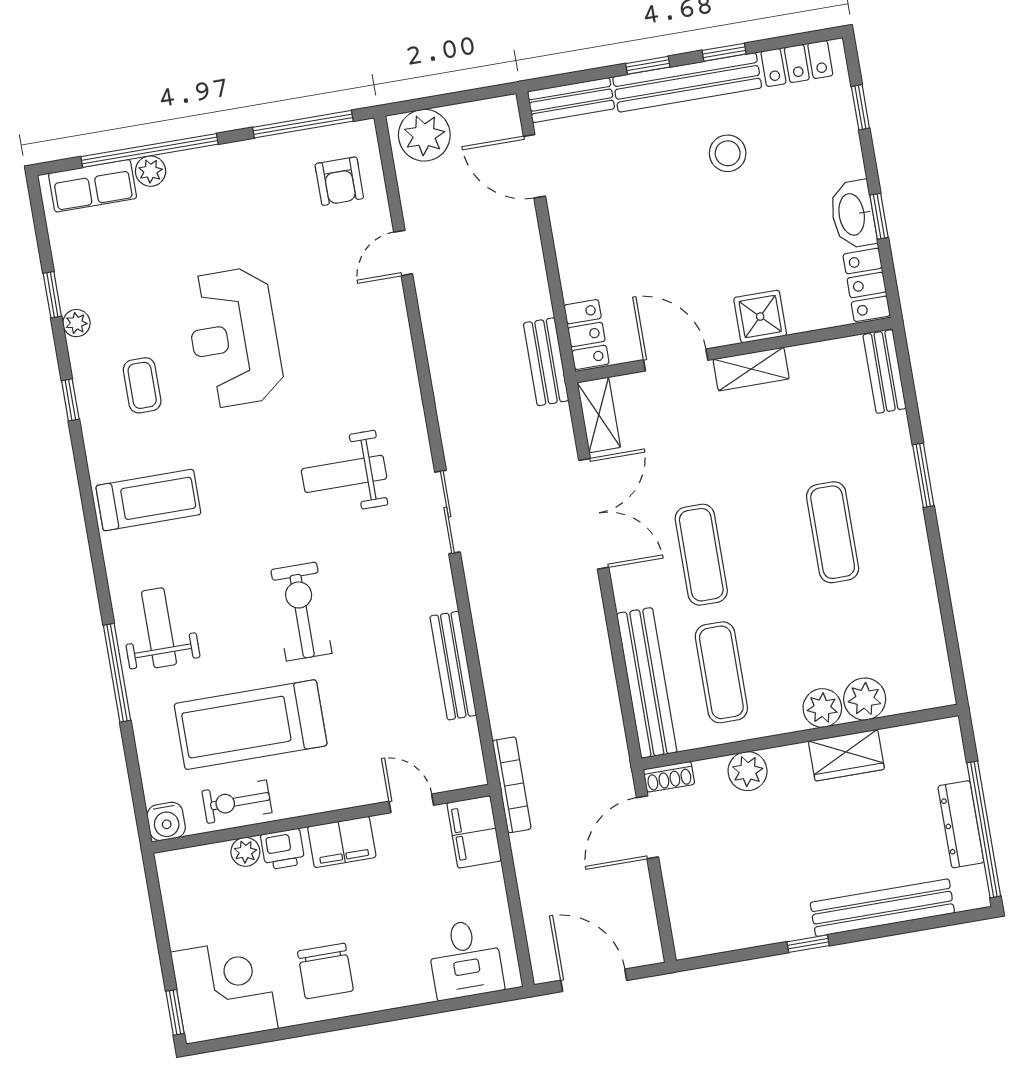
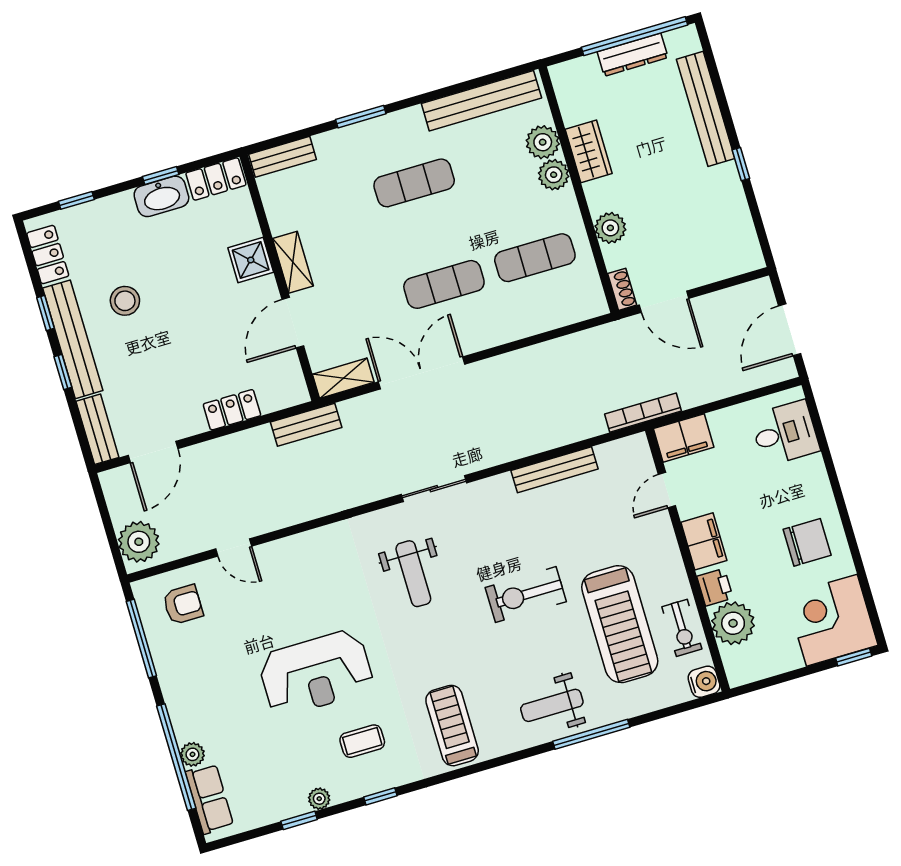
locker: (586, 335) -> (232, 410), moved
bench: (647, 683) -> (481, 101), moved
plant: (245, 852) -> (733, 623), width x1.88, depth x1.88

